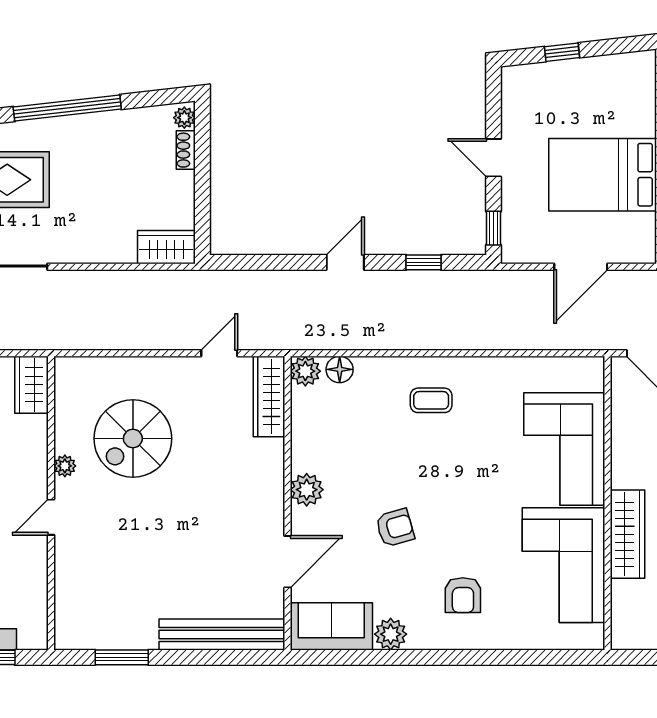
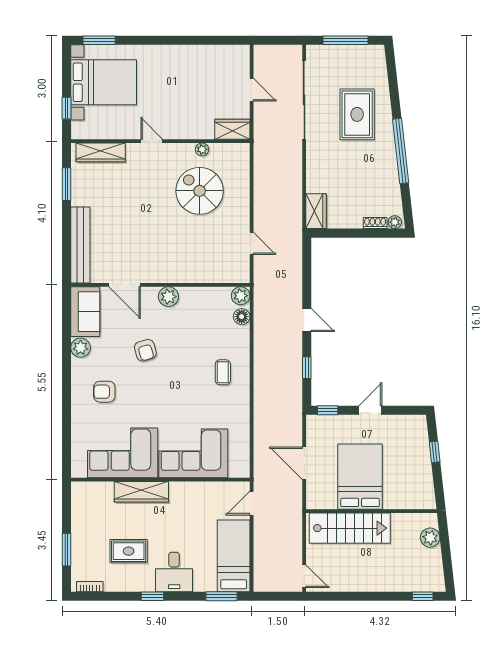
wardrobe: (269, 396) -> (101, 152), moved, turned 180
plant: (65, 466) -> (202, 149), moved

